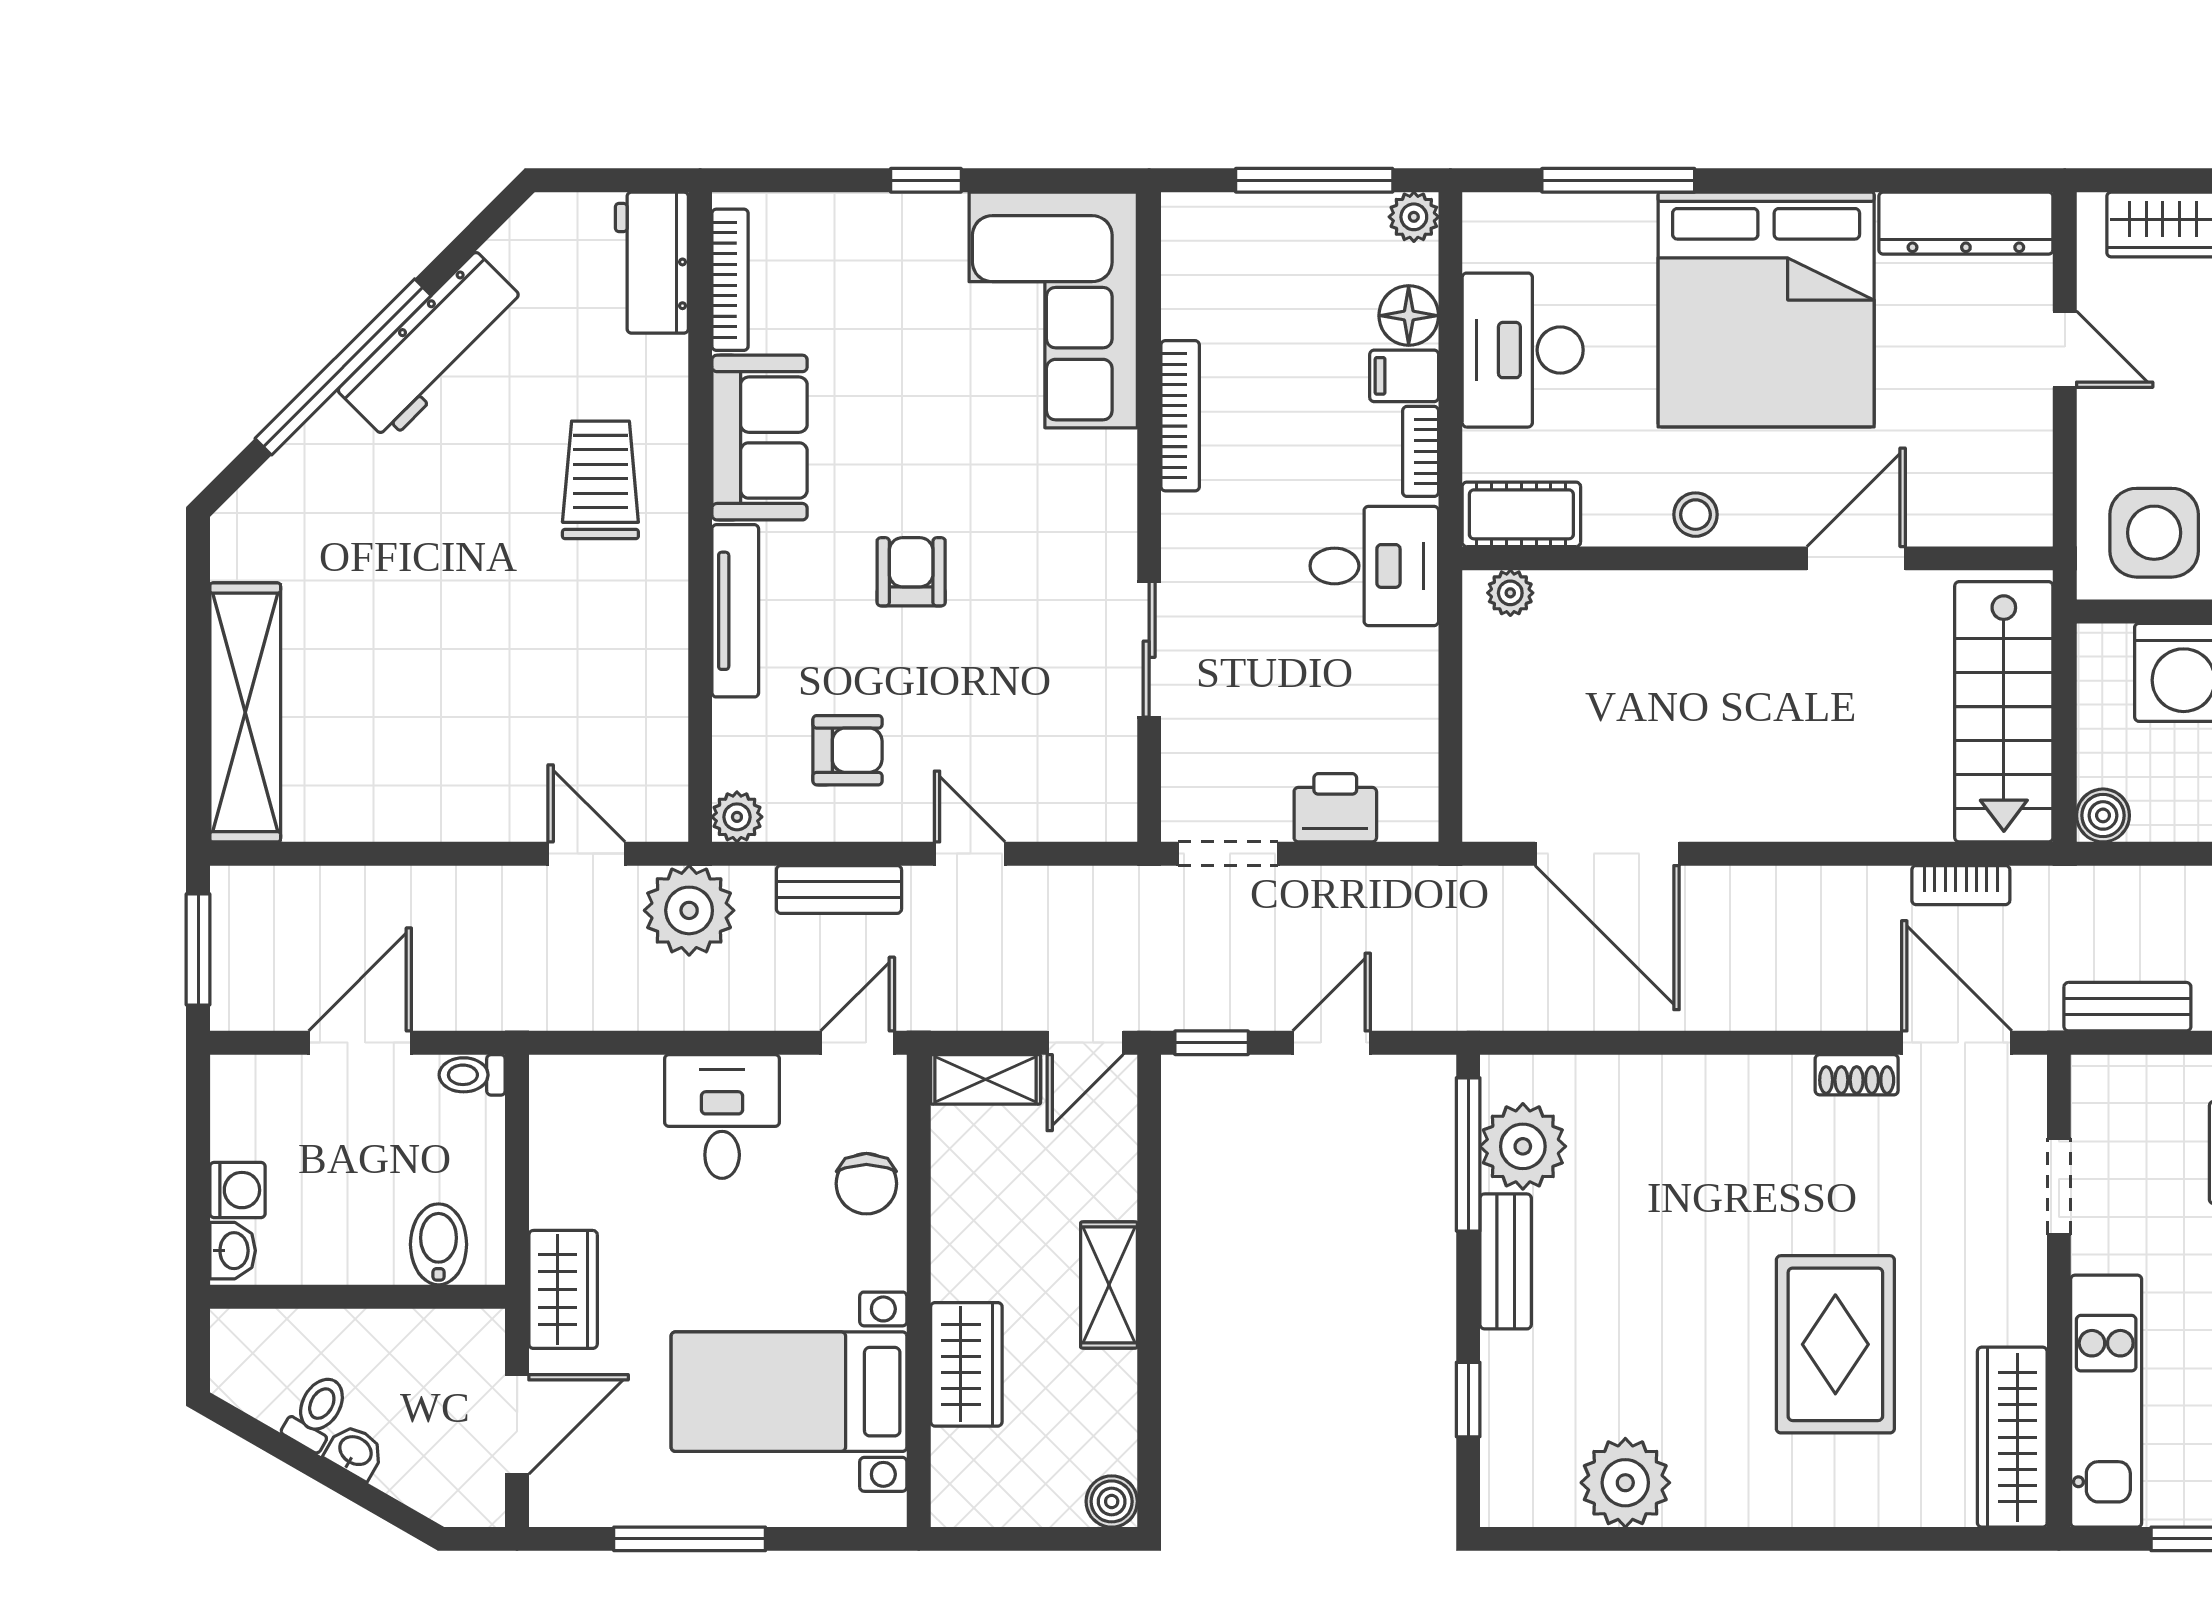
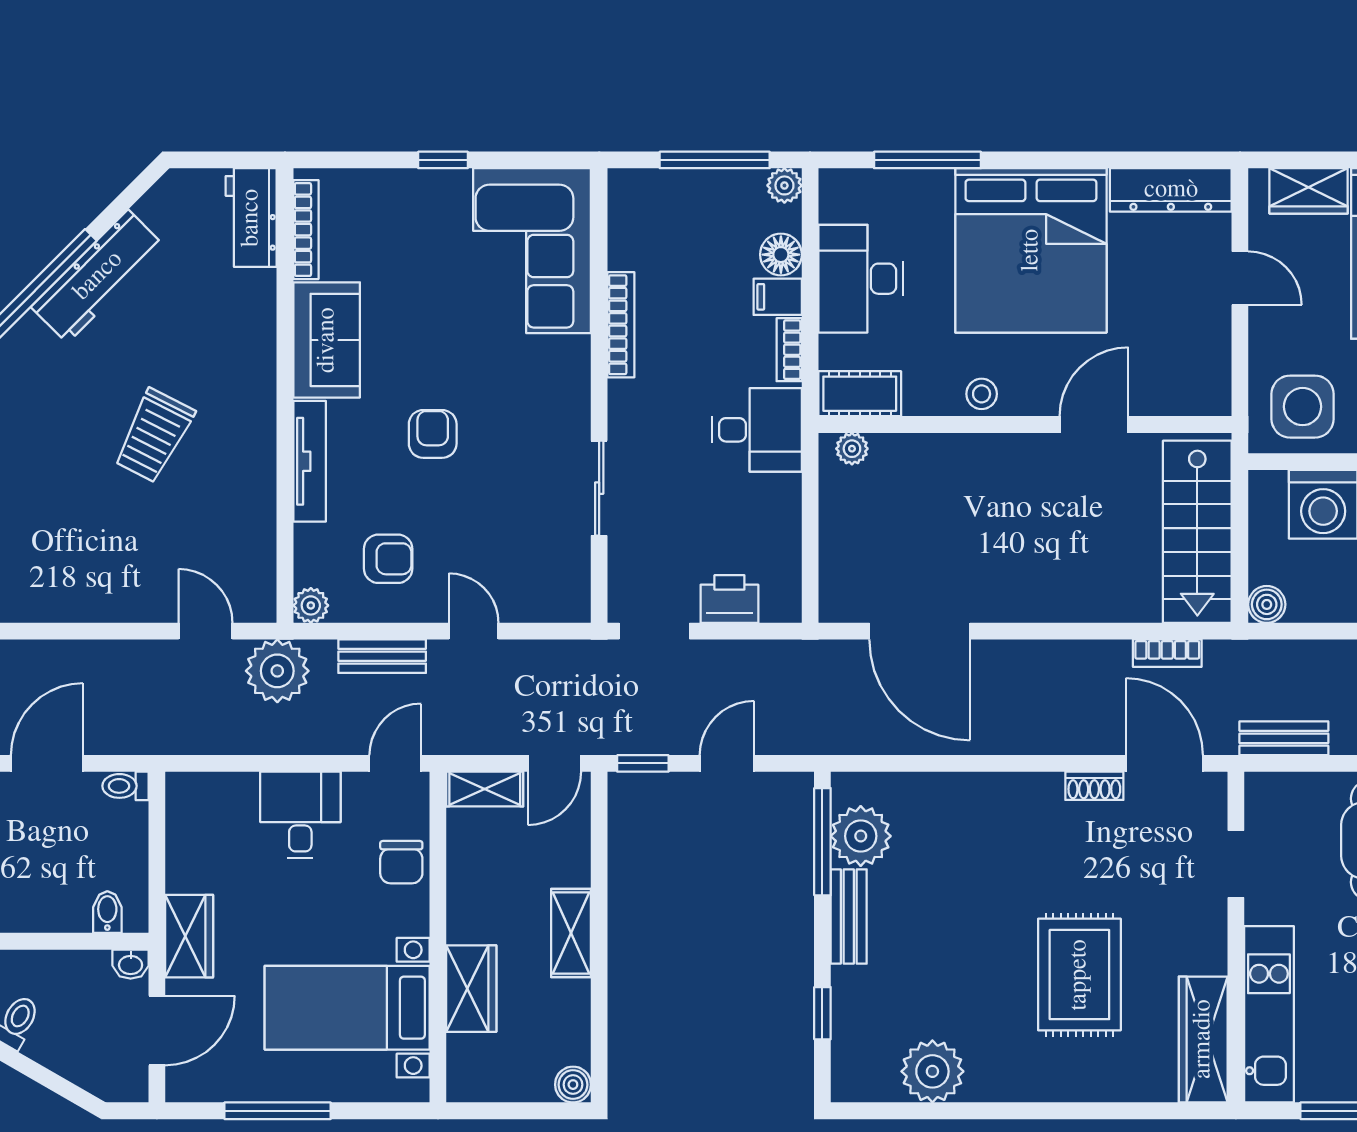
trolley: (600, 480) -> (154, 436), moved, turned -153
bidet: (439, 1244) -> (107, 912), width x0.72, depth x0.74
washbasin: (355, 1452) -> (131, 964), moved, turned 150

